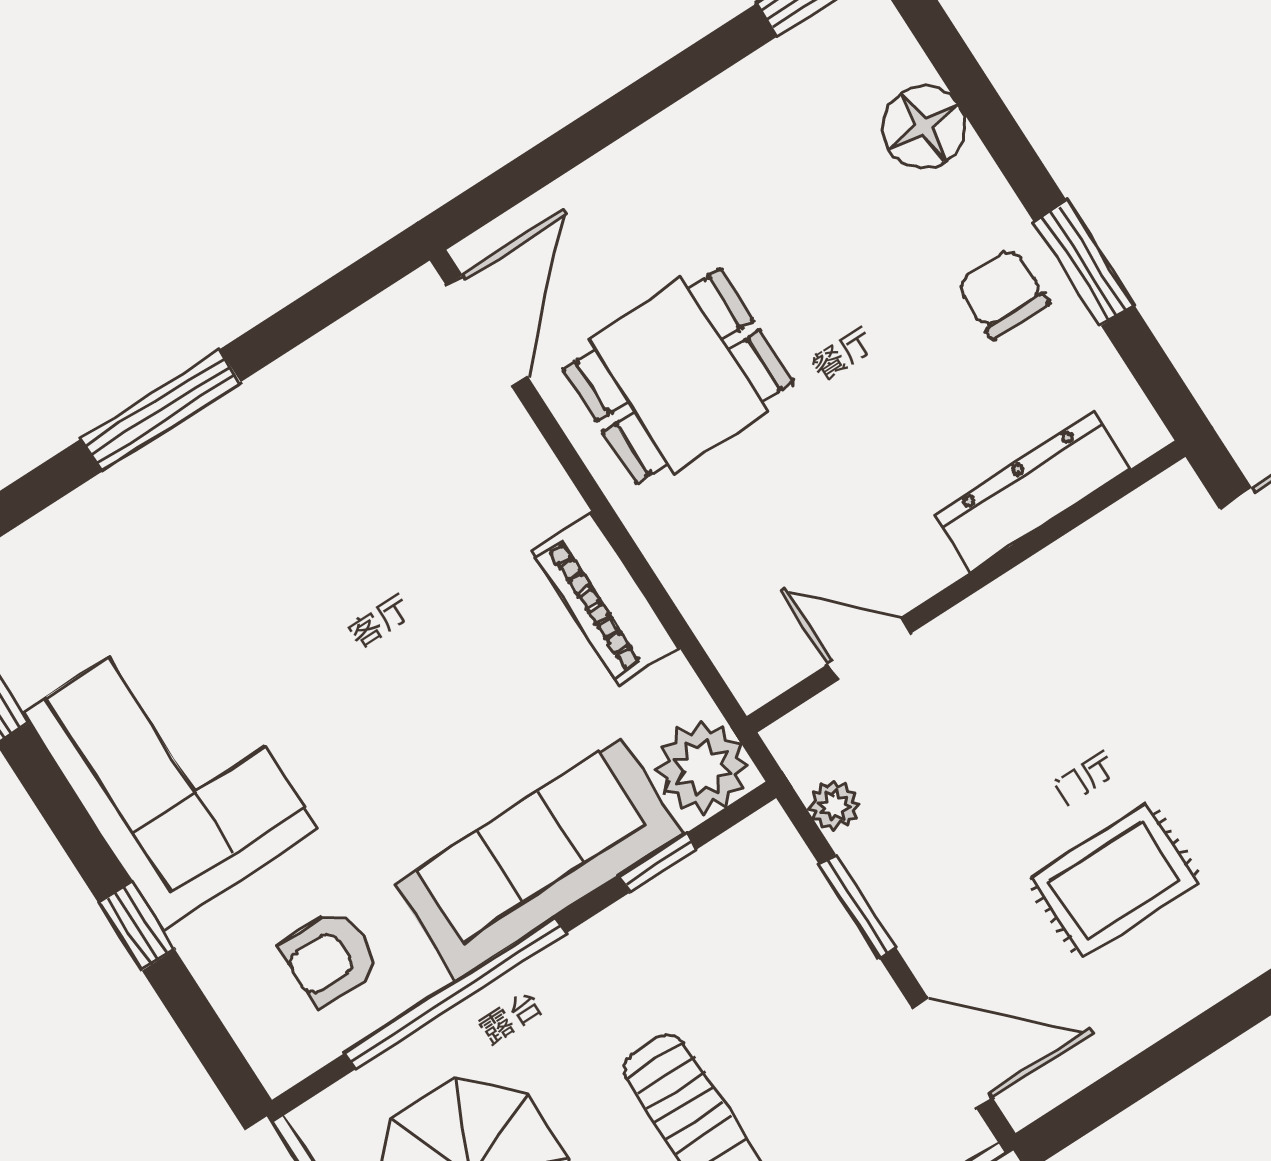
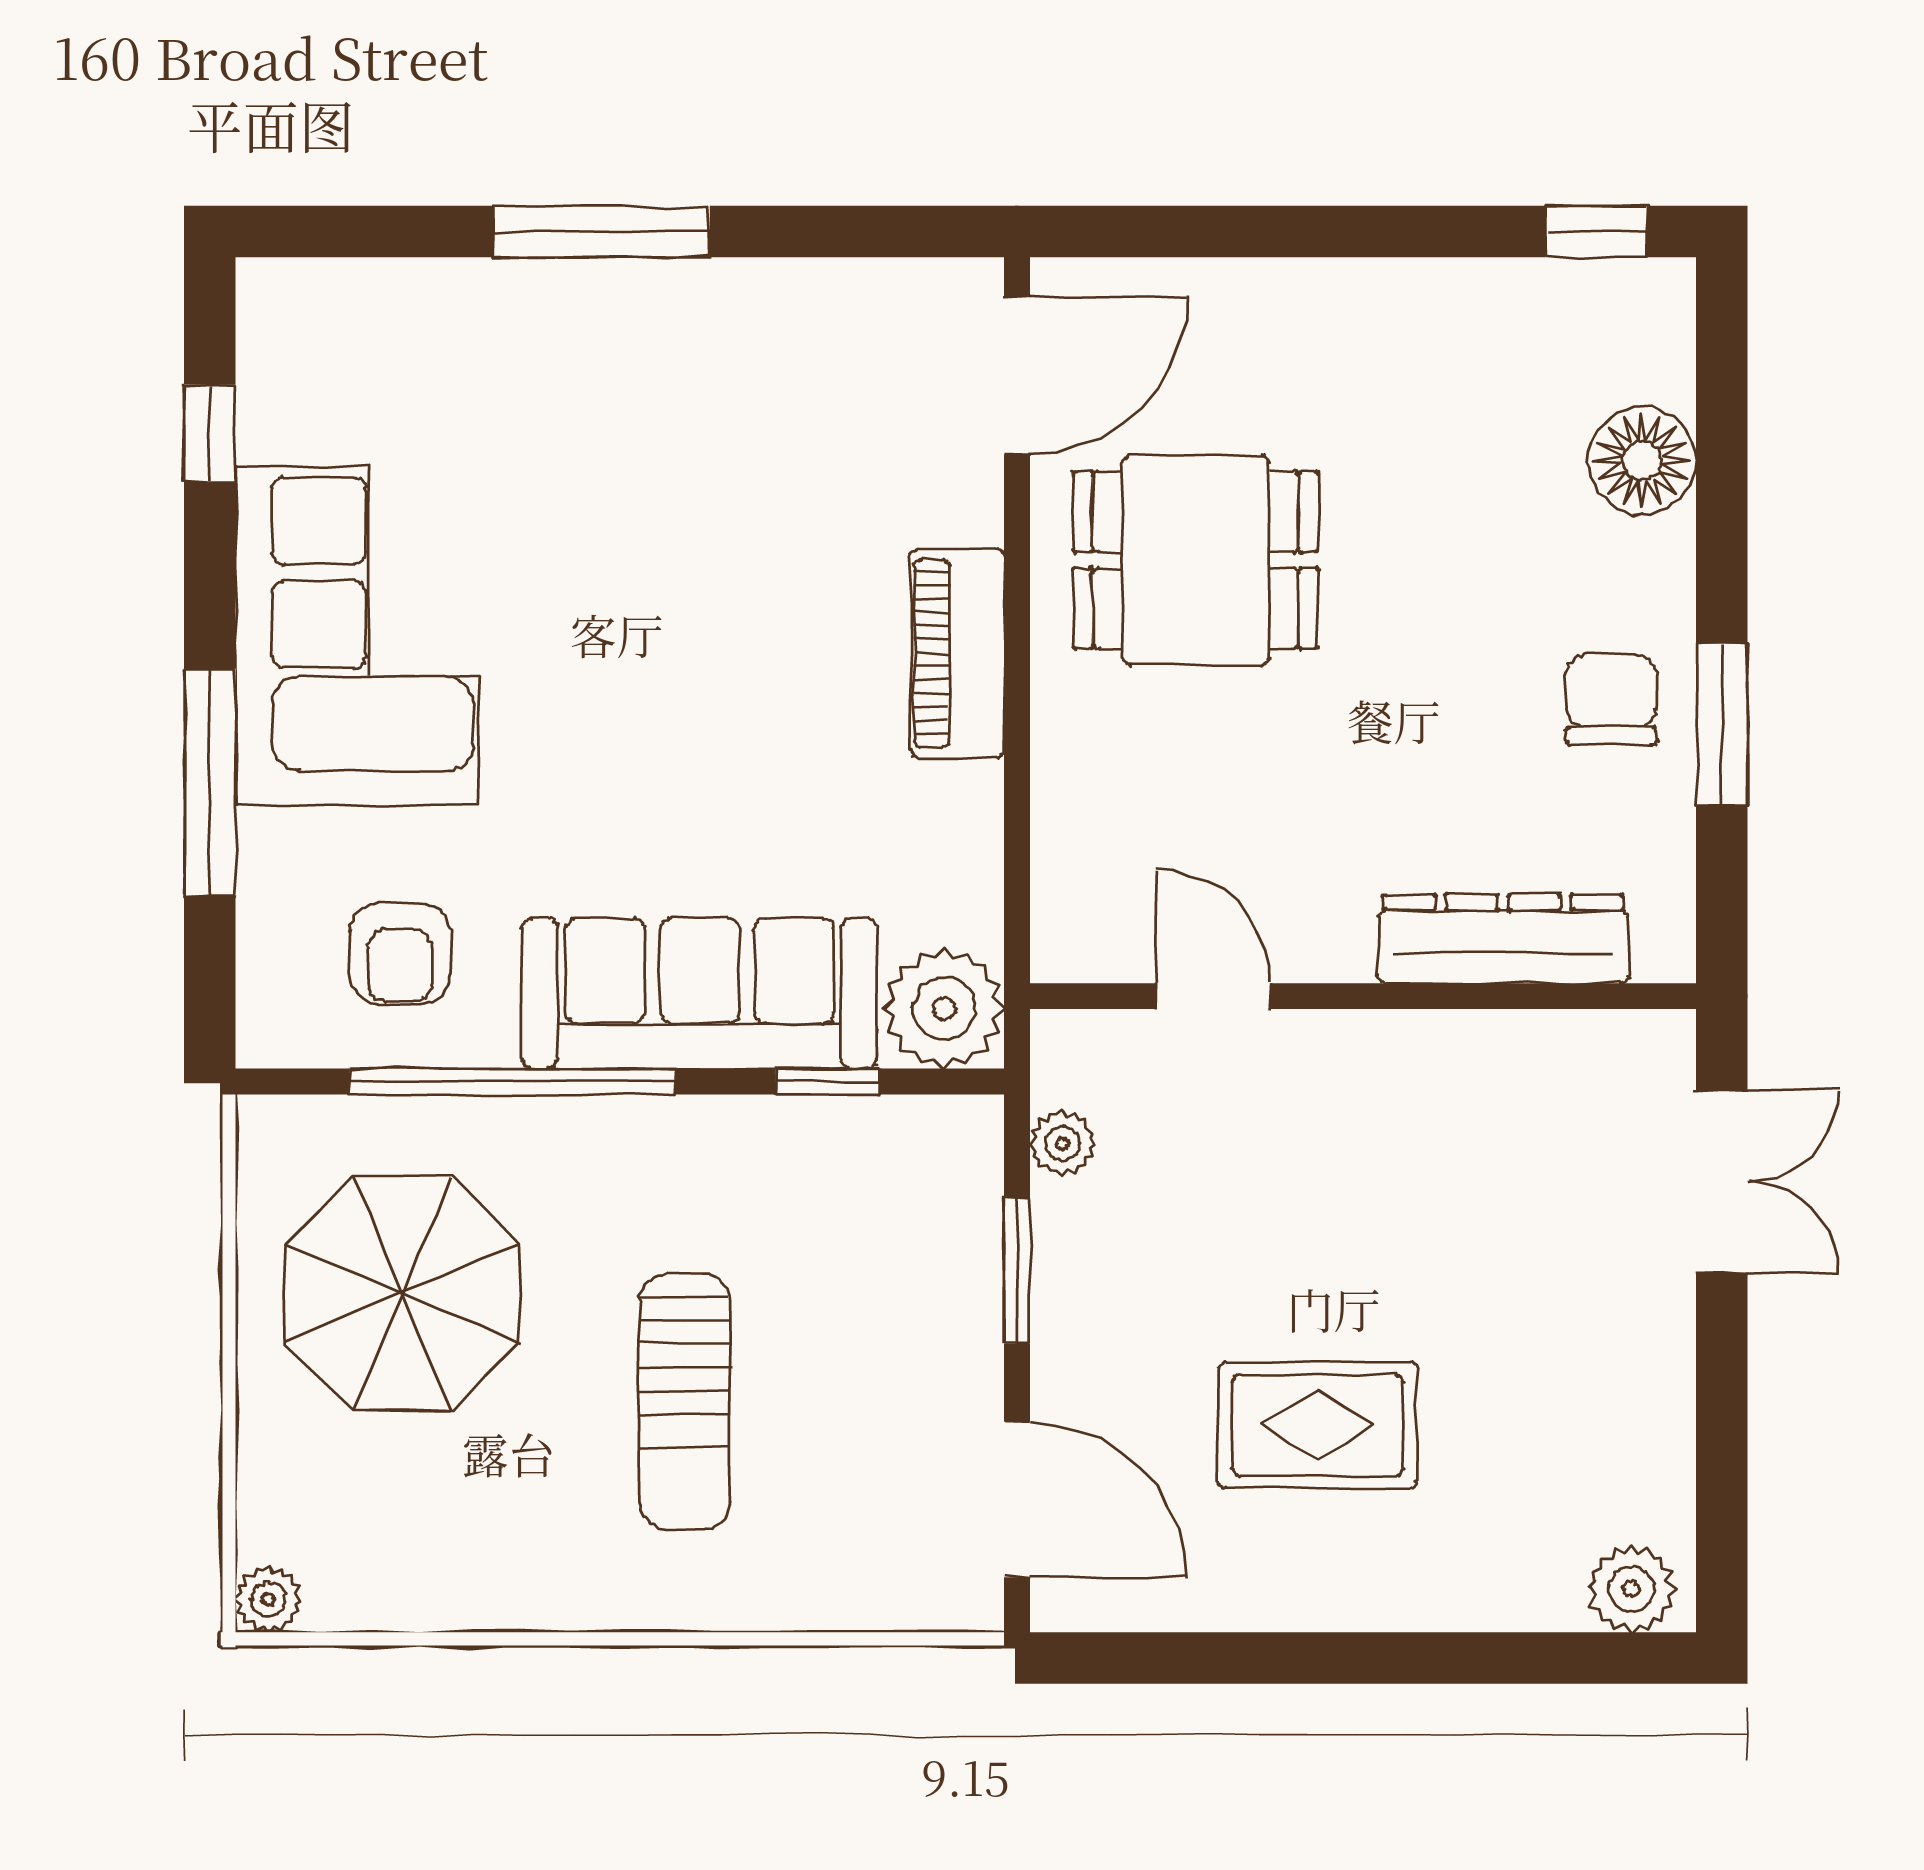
piano: (605, 599) -> (957, 653), moved
window: (137, 926) -> (210, 782), width x2.17
armchair: (330, 958) -> (400, 954), turned -90

